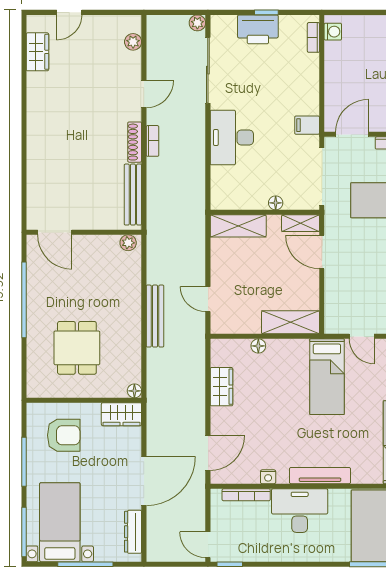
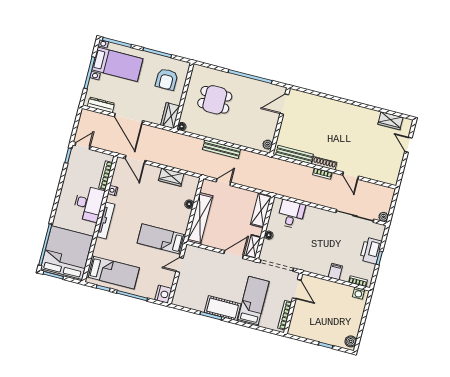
plant: (133, 42) -> (382, 177), removed
filing cabinet: (307, 125) -> (335, 271), moved
desk: (232, 138) -> (291, 214), moved, width x0.73
shelving: (291, 322) -> (200, 218), width x1.47

